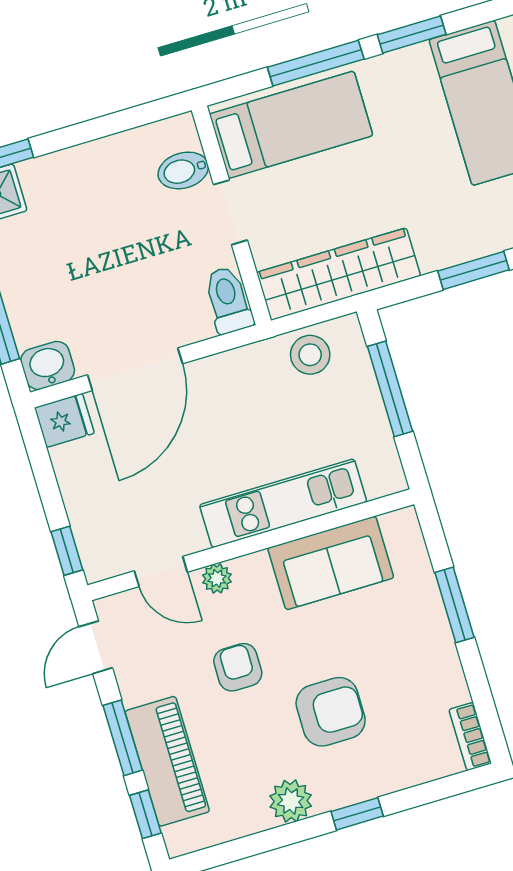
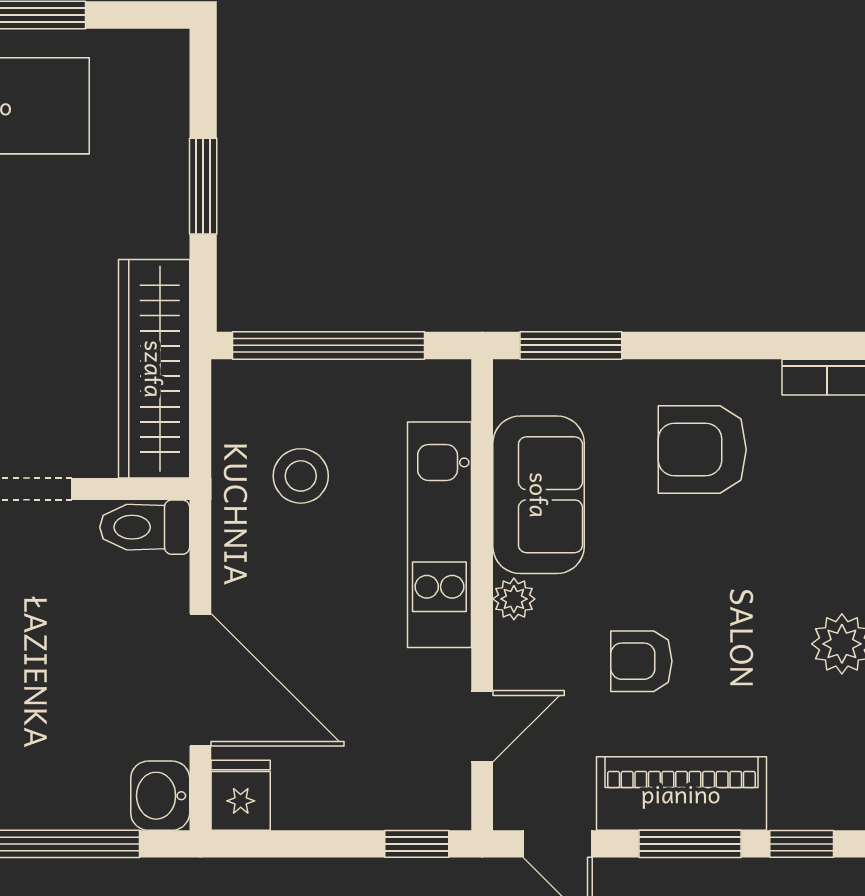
stool: (310, 355) -> (301, 476), moved
window: (390, 389) -> (329, 345), width x1.46
plant: (217, 579) -> (514, 599), moved
window: (454, 605) -> (571, 345), moved
armchair: (331, 712) -> (702, 450), moved, turned -90
piano: (167, 761) -> (681, 794), moved

